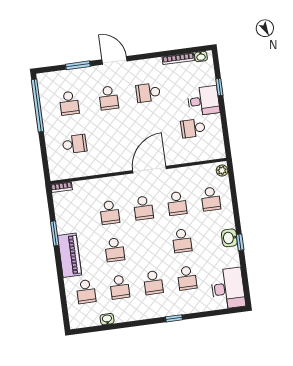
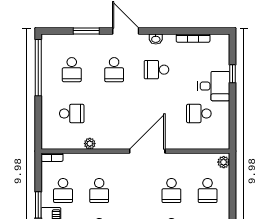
washbasin: (201, 57) -> (156, 39), moved
plant: (95, 170) -> (90, 144), added
school desk: (143, 208) -> (63, 191), moved

